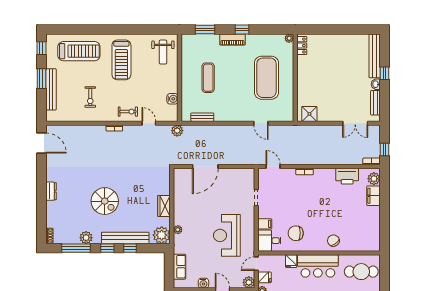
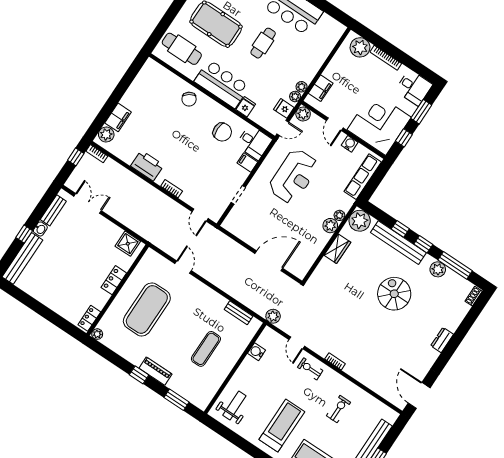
locker: (302, 83) -> (114, 280), added
printer: (347, 176) -> (147, 166), moved
plant: (179, 219) -> (330, 226), added
row of seats: (179, 267) -> (363, 177), width x1.48

